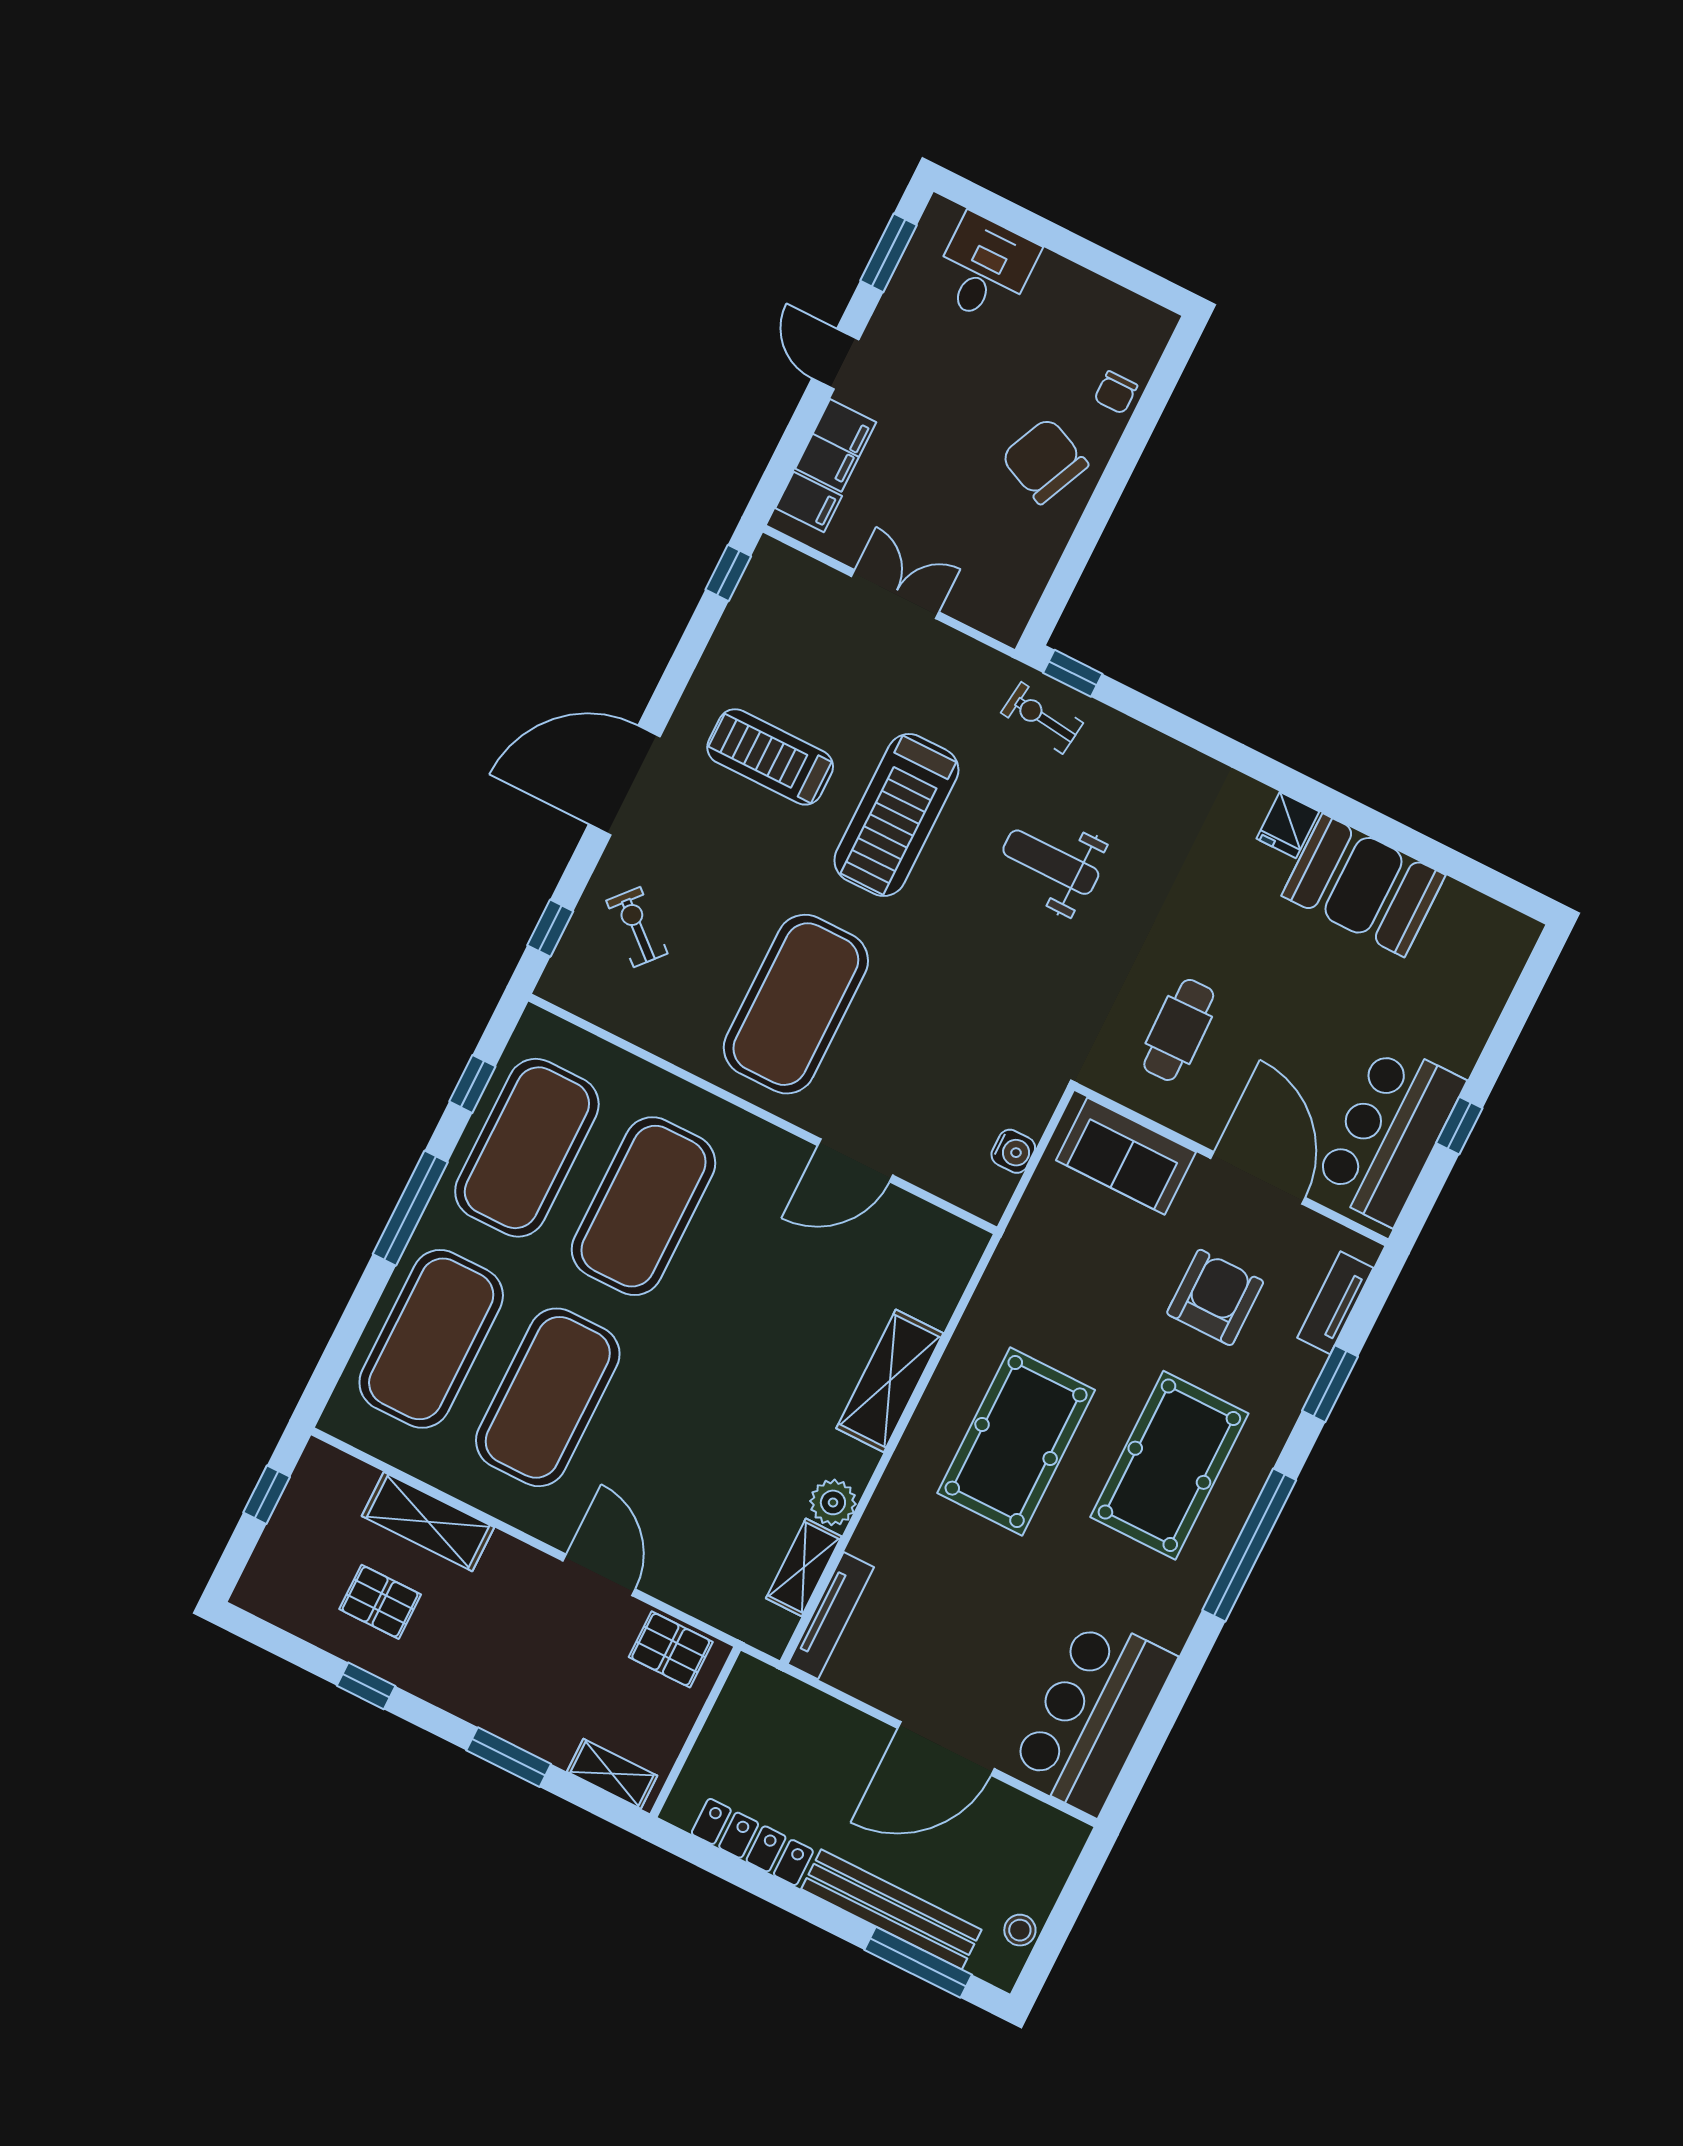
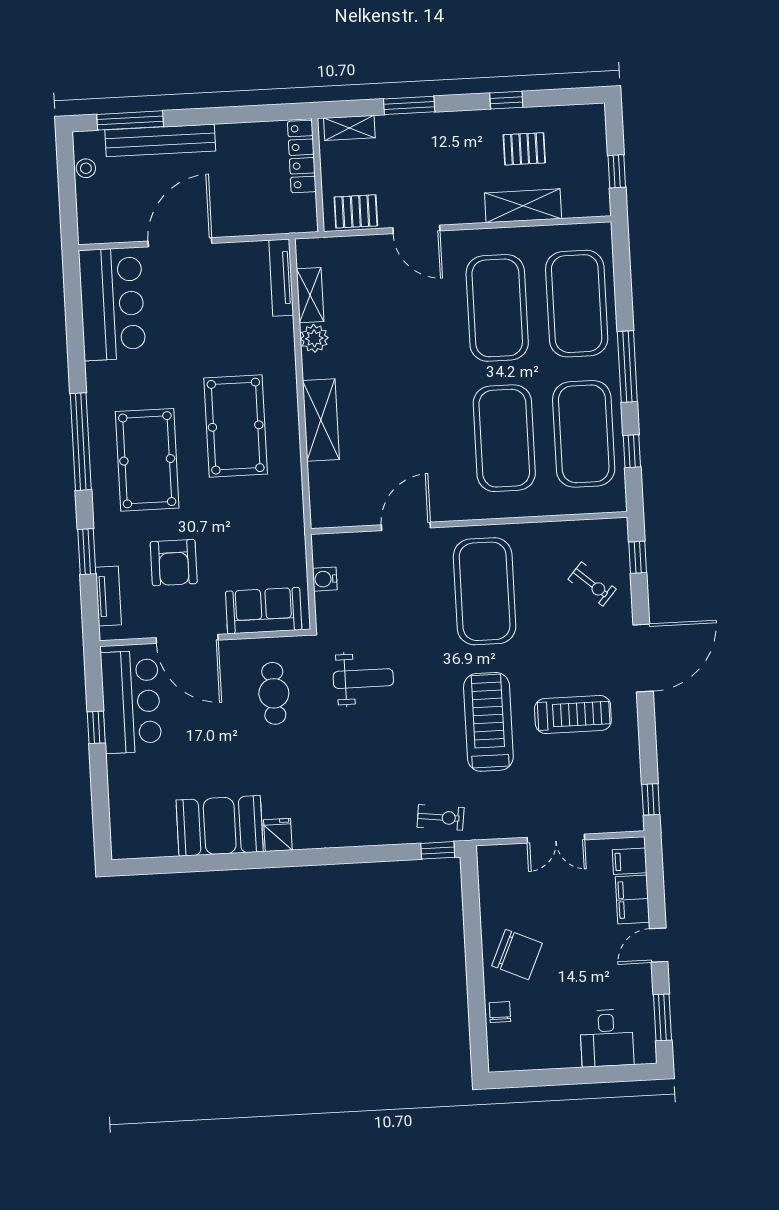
door: (835, 359) -> (659, 945), swing flipped
weight bench: (1051, 862) -> (363, 679), moved
locker: (752, 1842) -> (302, 156), moved, turned 90

